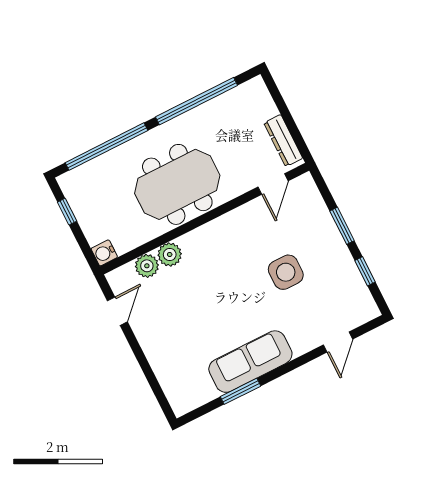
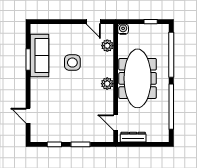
meeting table: (177, 184) -> (138, 78), width x1.36
plant: (170, 254) -> (107, 84), moved
side table: (286, 272) -> (72, 63), moved
sofa: (250, 362) -> (39, 55), moved

